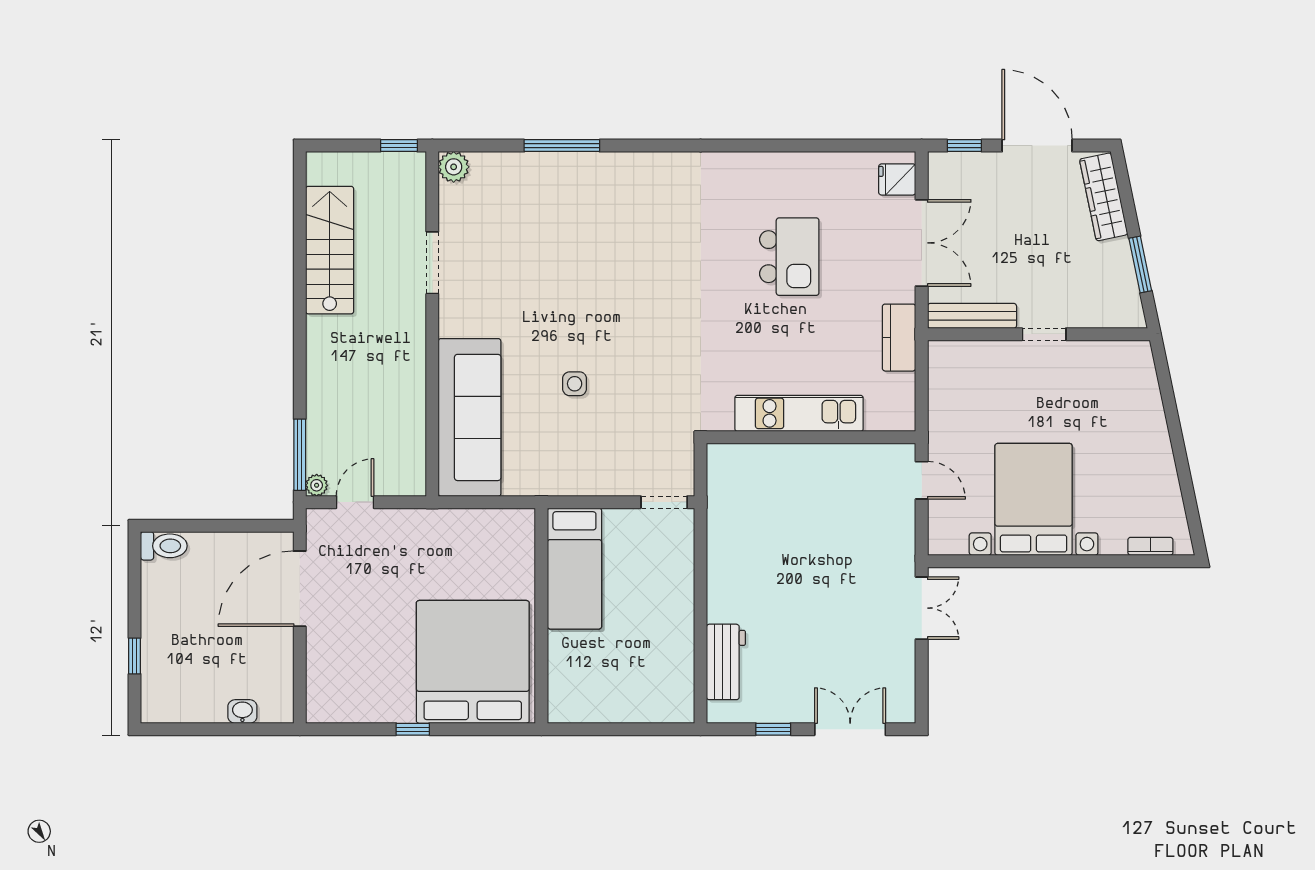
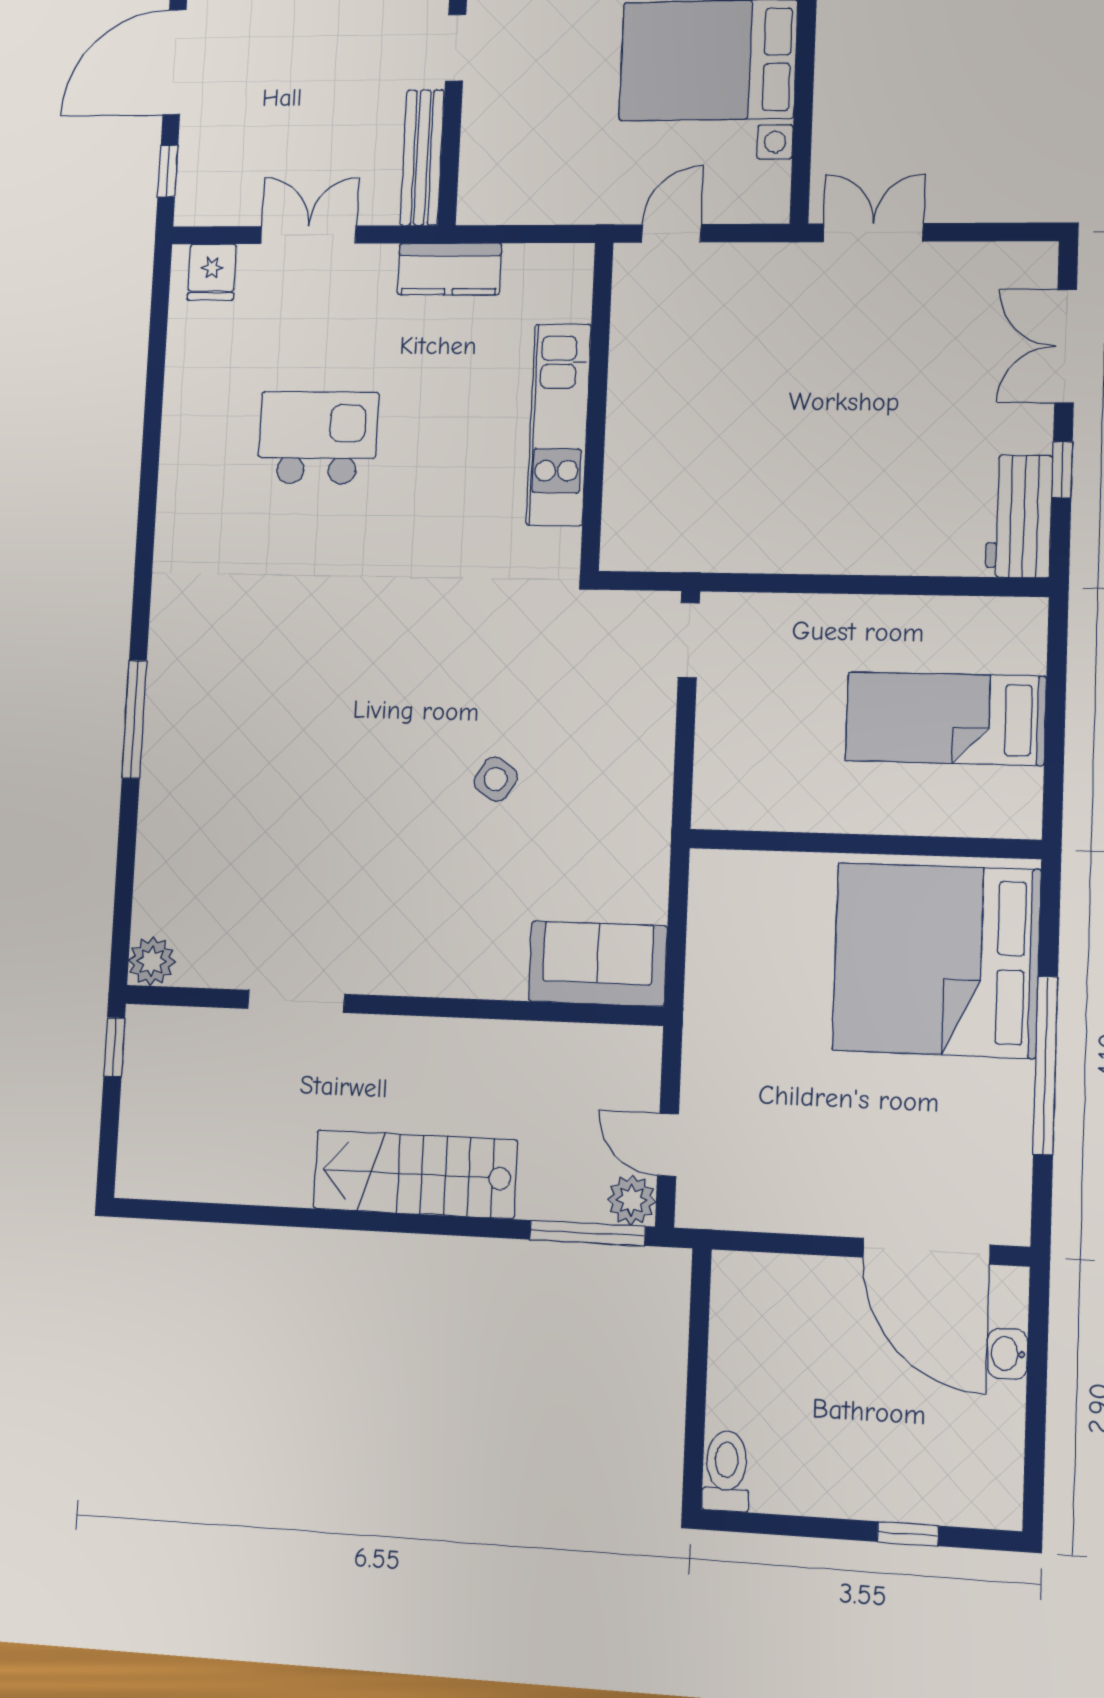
window: (562, 146) -> (134, 719), moved
double door: (922, 243) -> (308, 235), width x0.73
stairs: (330, 250) -> (415, 1174), moved
side table: (575, 384) -> (496, 779), turned 32
sofa: (470, 417) -> (598, 964), width x0.54, depth x0.79
plant: (317, 485) -> (632, 1200), width x1.38, depth x1.38
bed: (574, 569) -> (946, 719), moved, turned 180
door: (300, 589) -> (926, 1251), moved
workbench: (726, 662) -> (1019, 516), moved, turned -90
window: (413, 729) -> (1045, 1065), width x3.17

